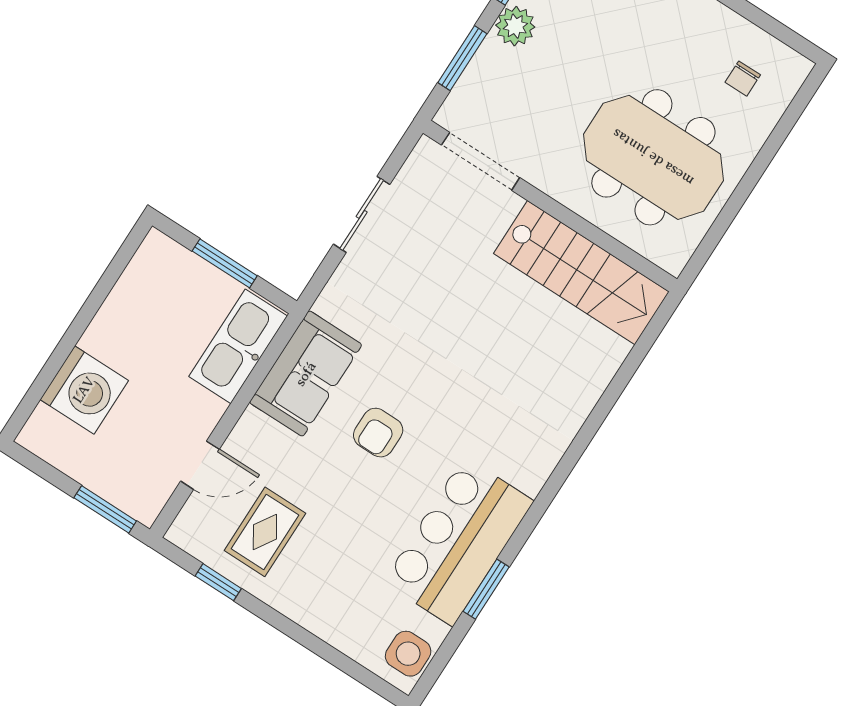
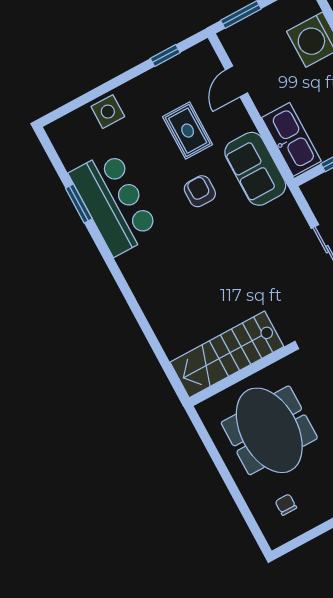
meeting table: (653, 157) -> (269, 430), turned 90
rug: (265, 532) -> (188, 131), moved
side table: (408, 654) -> (108, 112), moved

